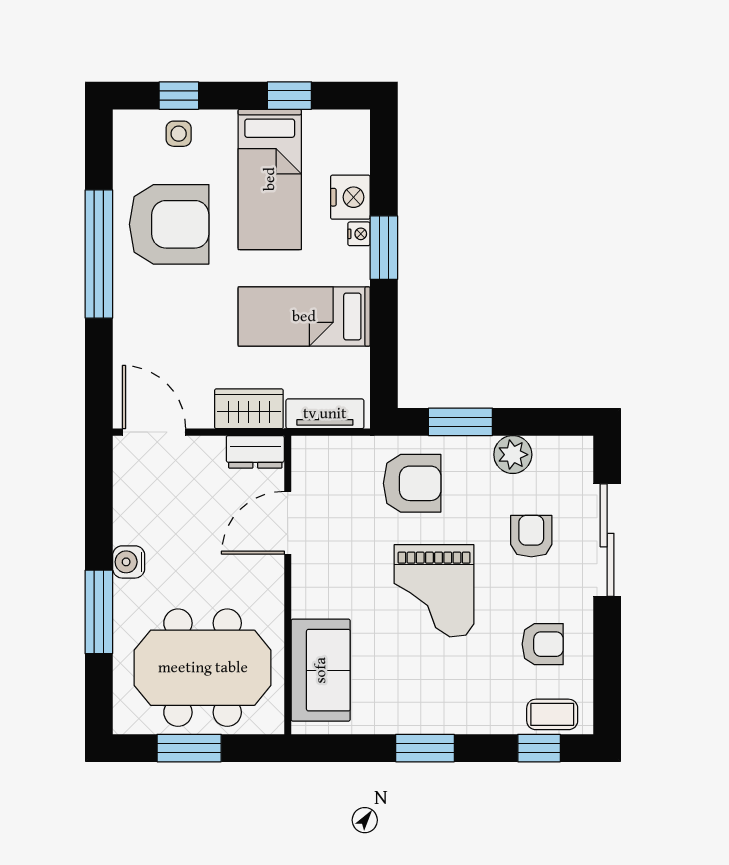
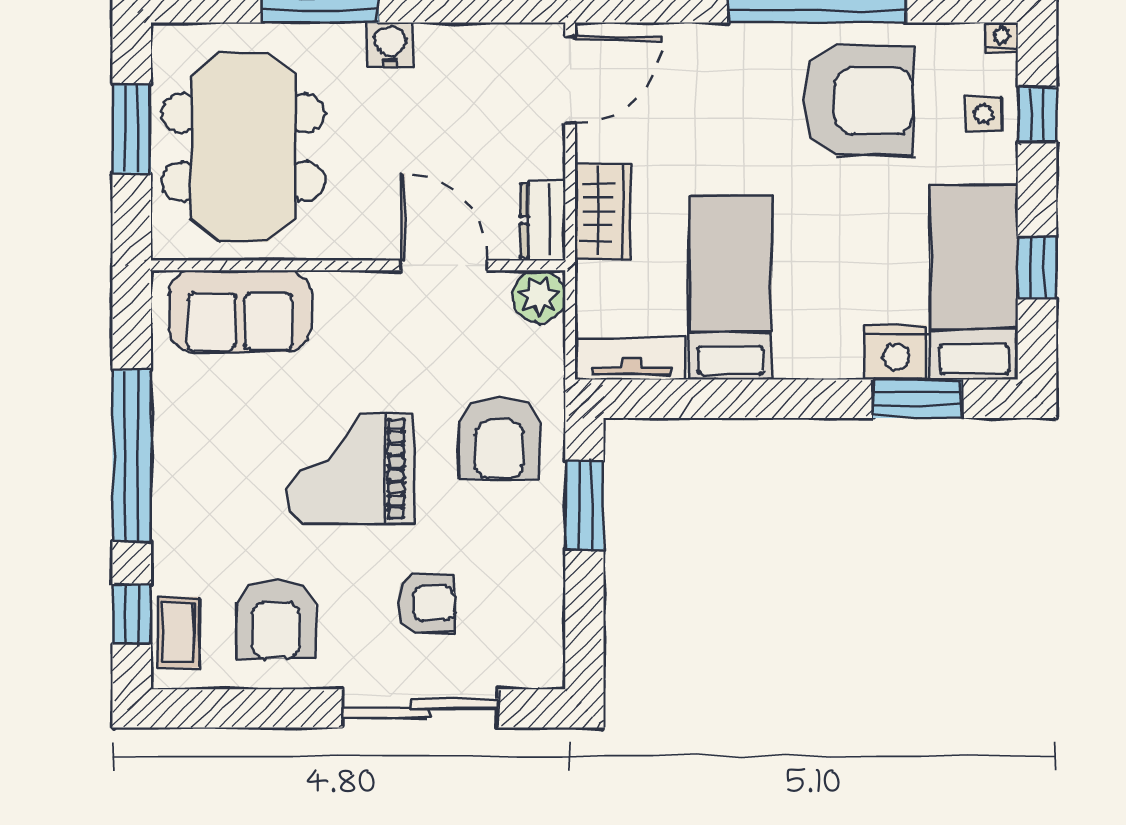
bed: (270, 179) -> (974, 282), moved, turned 90
armchair: (169, 224) -> (858, 101), turned -90
nightstand: (359, 234) -> (1002, 38), moved, turned 180
window: (384, 248) -> (917, 399), moved
tv unit: (325, 414) -> (631, 359), moved, turned -90
plant: (513, 455) -> (539, 296), moved
armchair: (543, 644) -> (276, 619), width x1.38, depth x1.38
window: (425, 748) -> (132, 456), width x2.11

